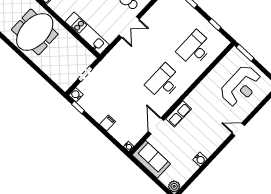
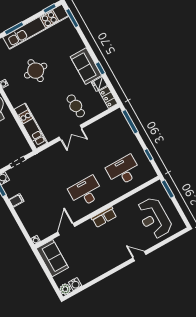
reception desk: (241, 86) -> (154, 218), turned 90
row of seats: (179, 114) -> (104, 217), moved
filing cabinet: (107, 123) -> (16, 200), moved
water cooler: (200, 159) -> (75, 284), moved

